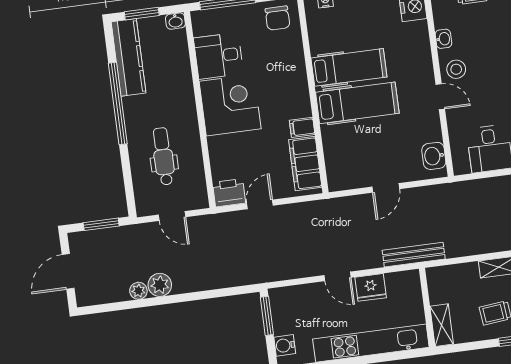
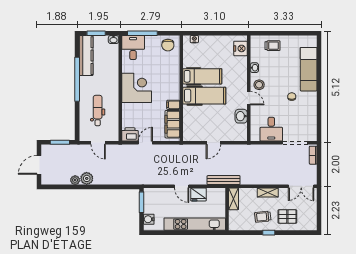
desk: (219, 56) -> (133, 48), moved, turned 90
washbasin: (434, 156) -> (241, 116), moved
shelving: (442, 325) -> (233, 199), moved

